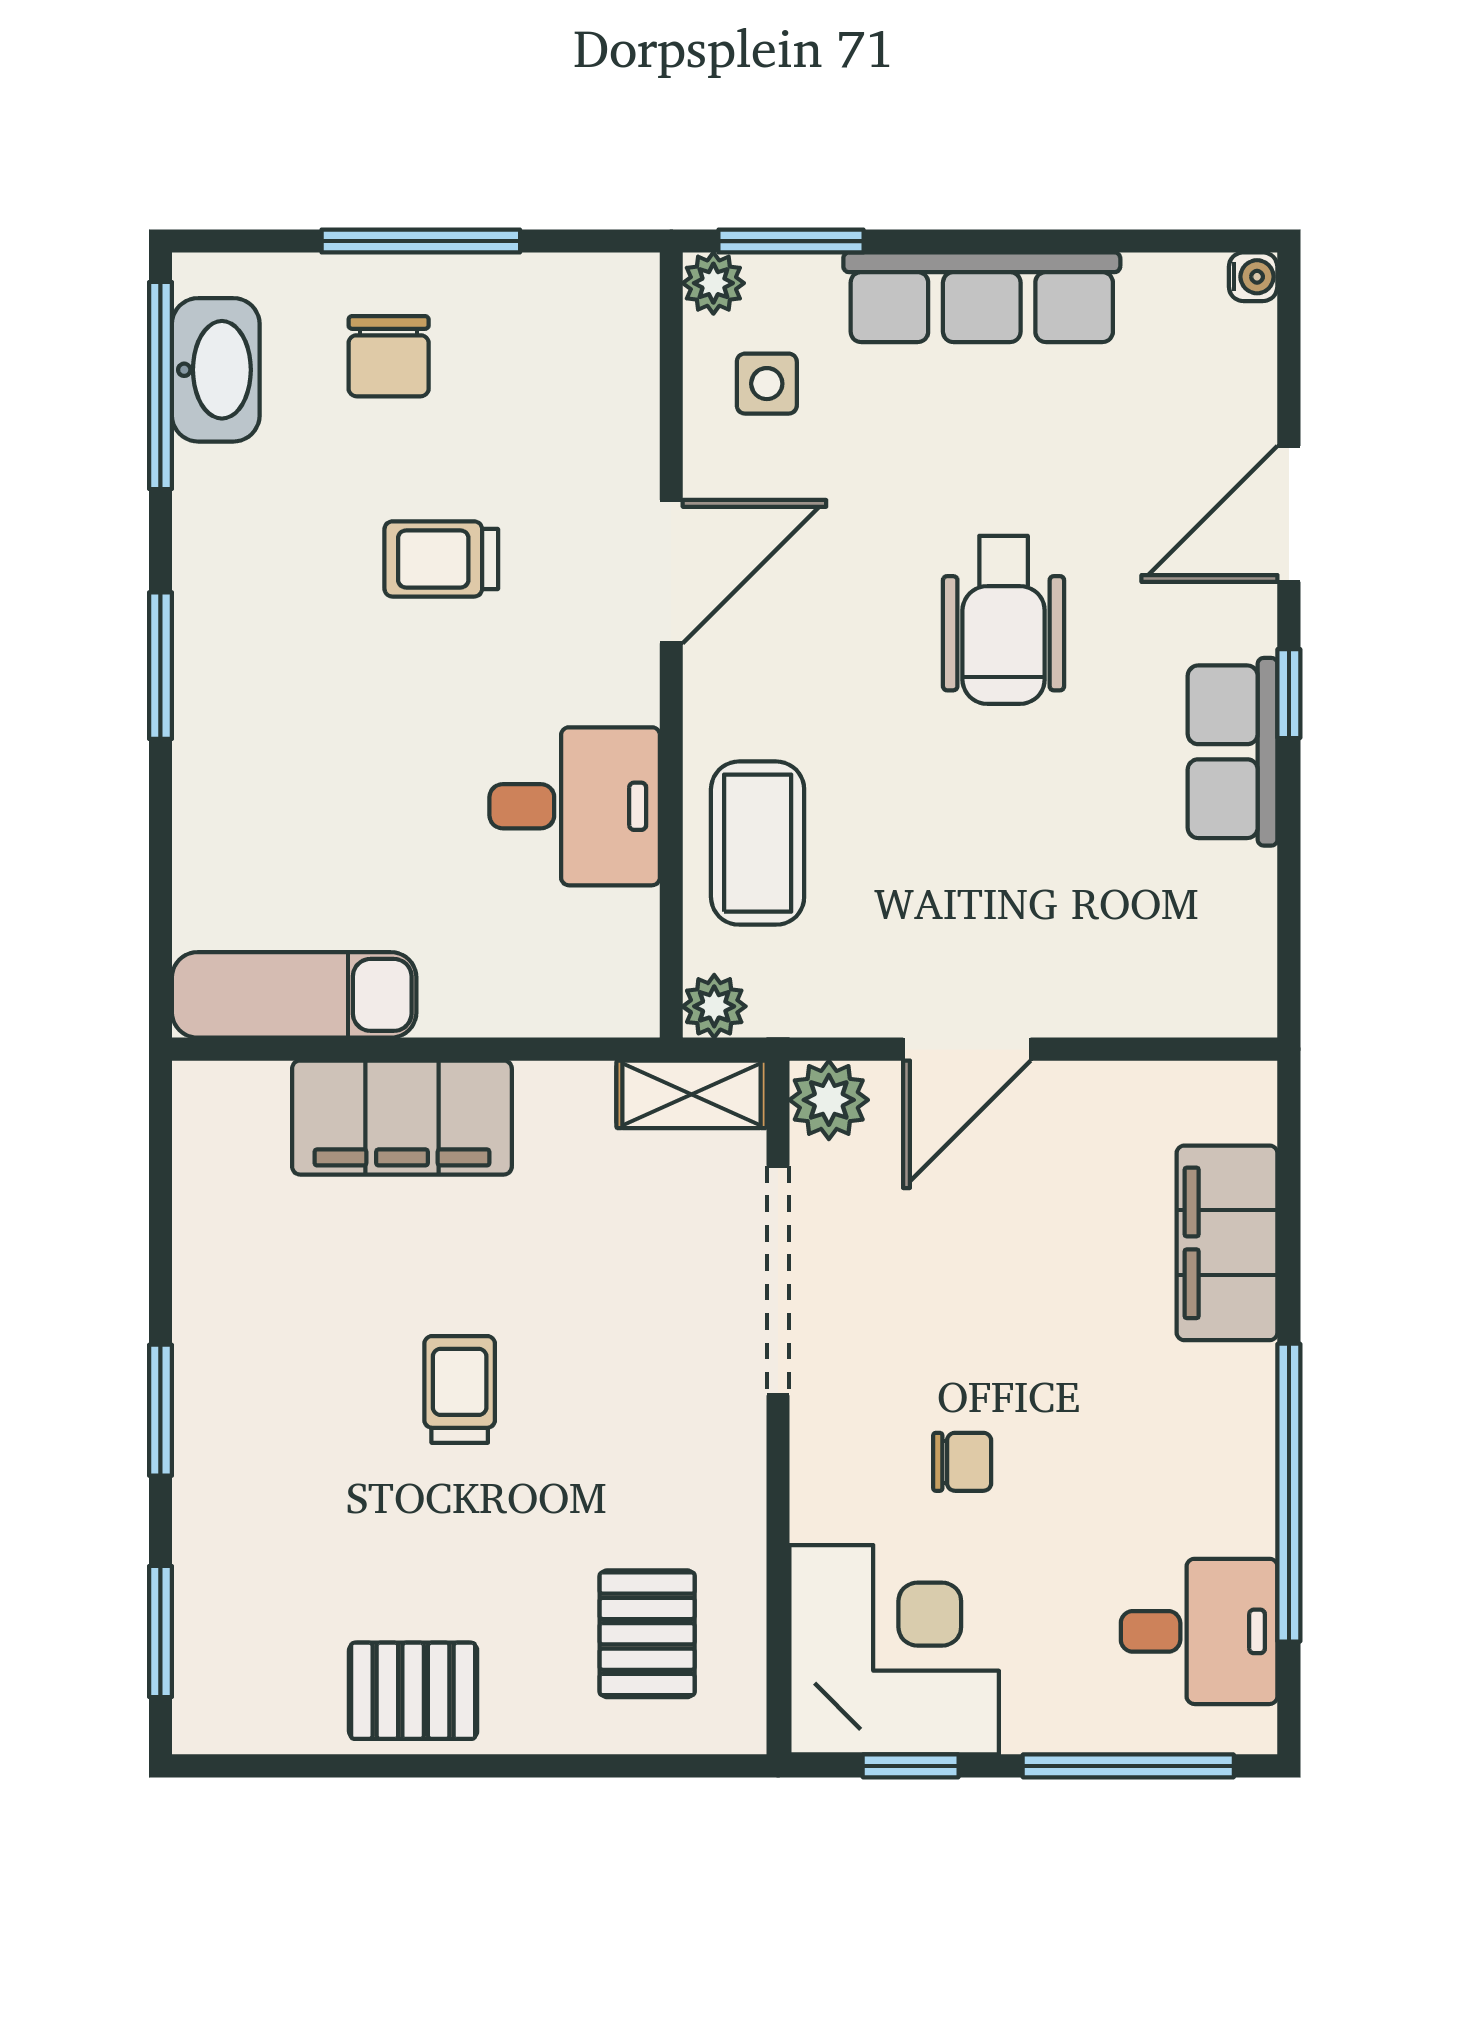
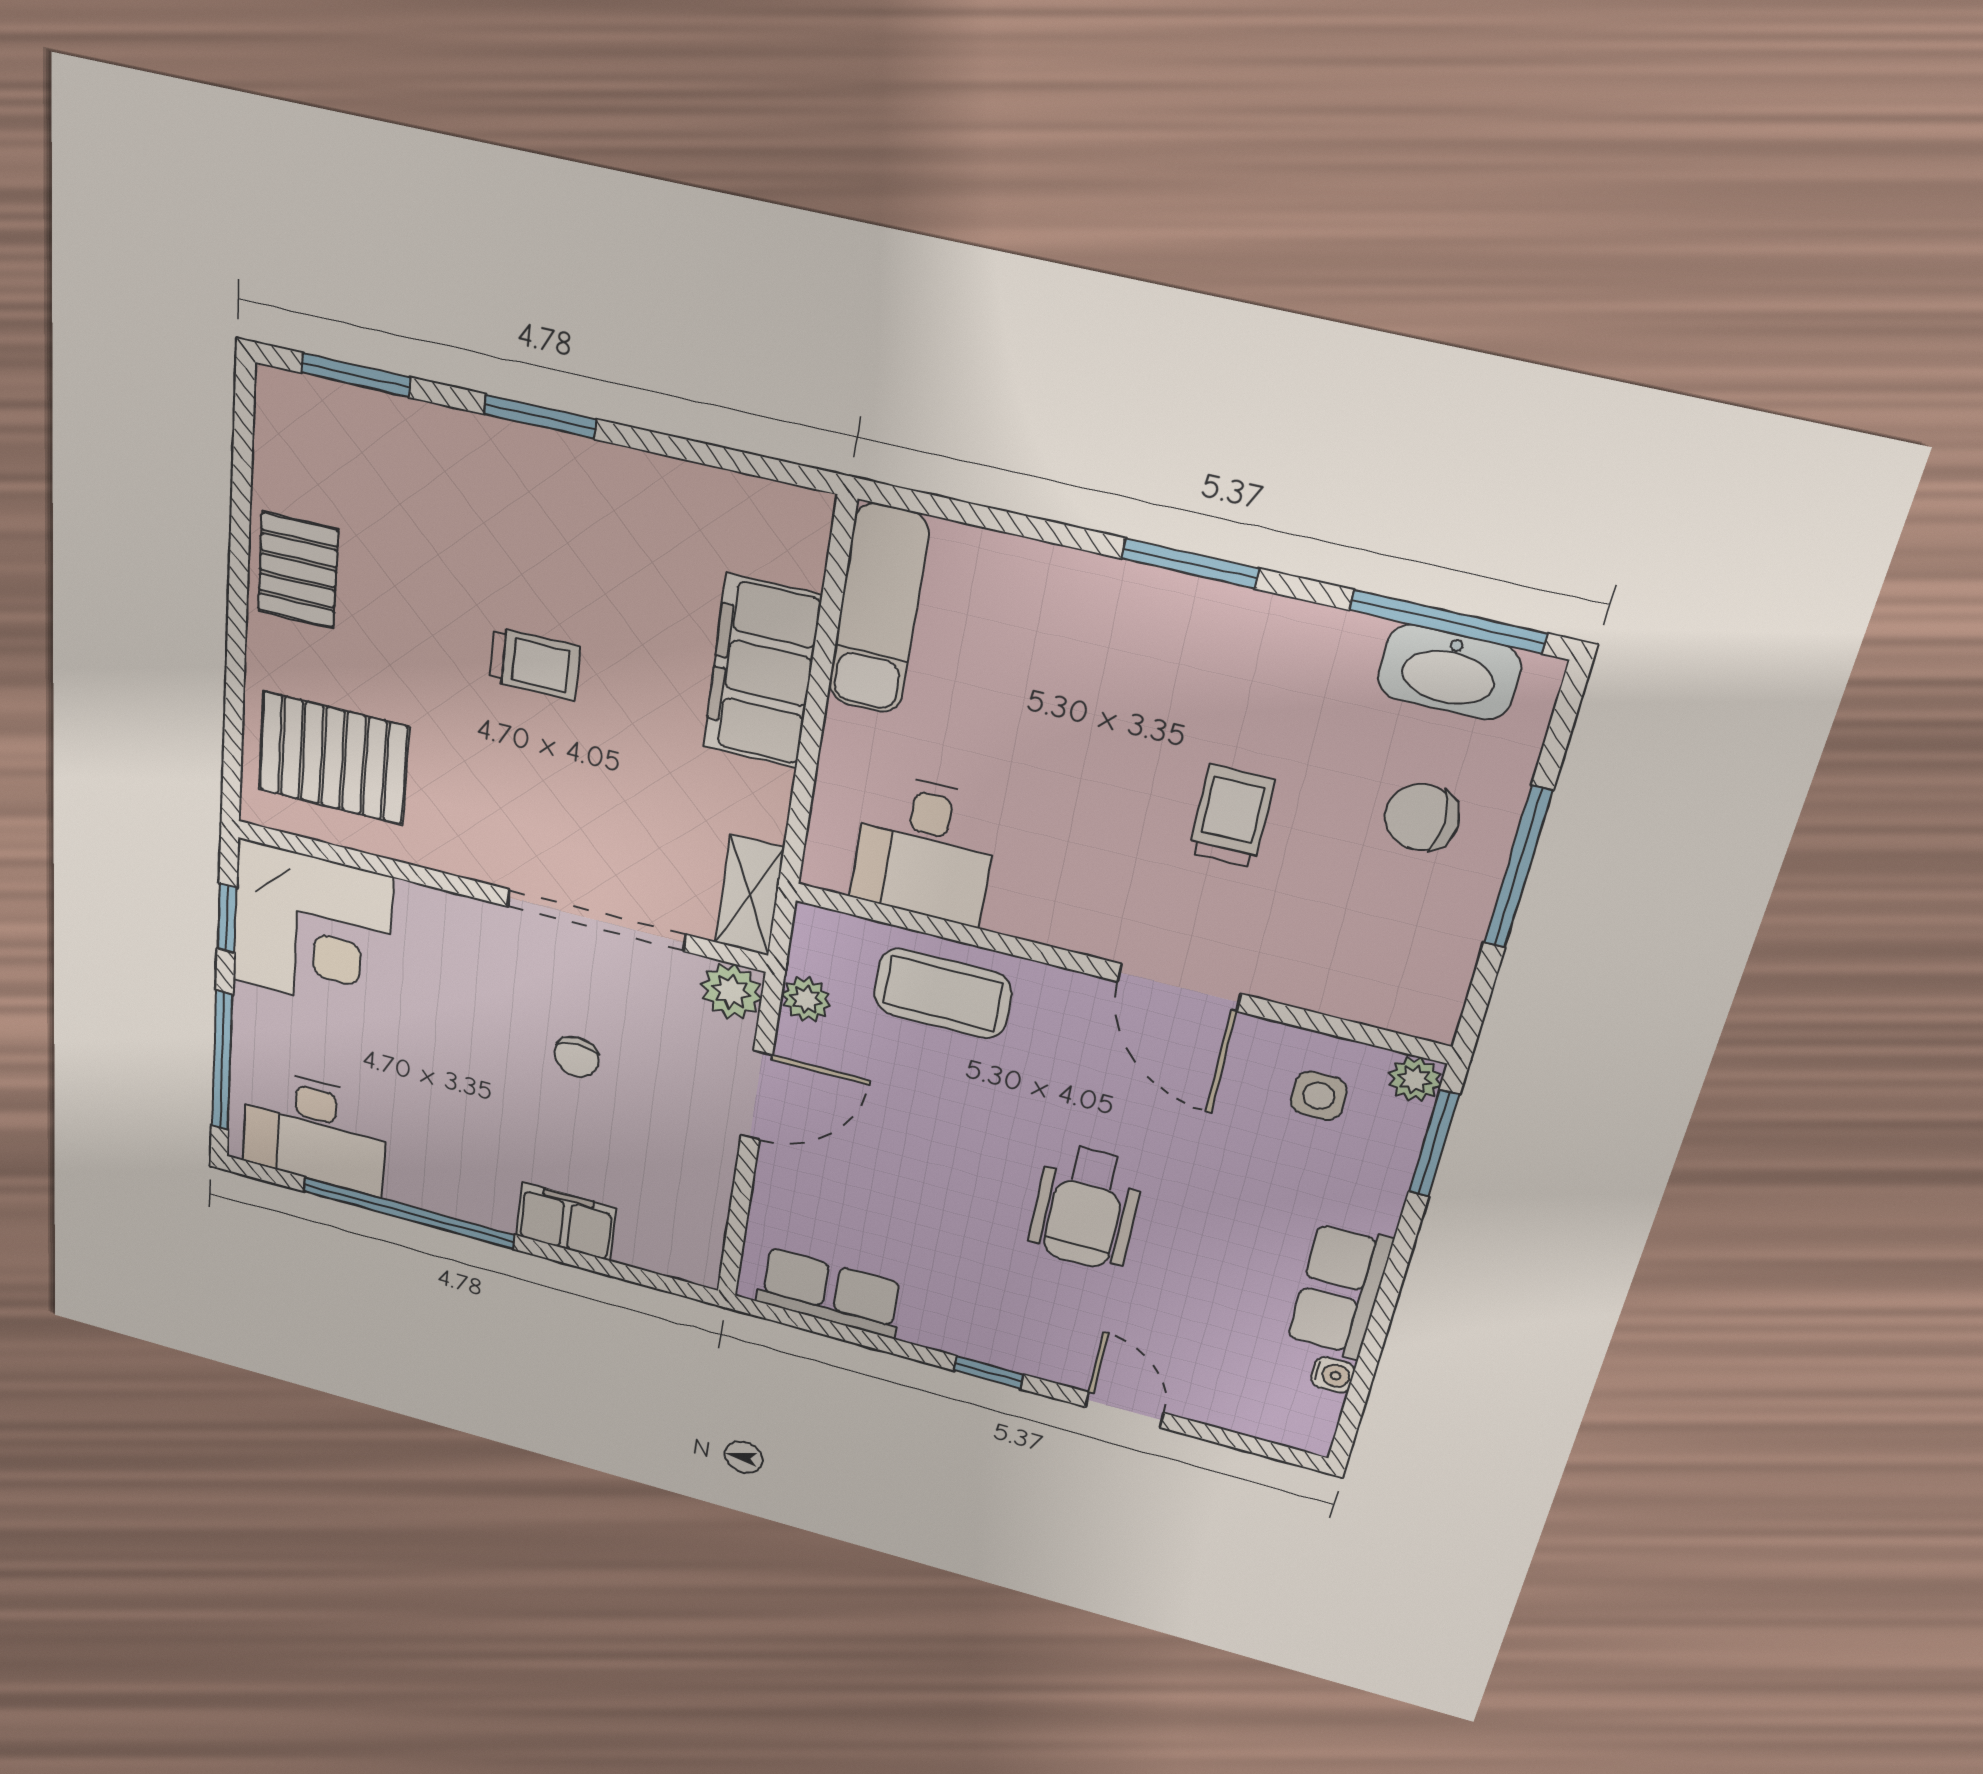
water cooler: (1253, 277) -> (1333, 1375), moved, turned -90
row of seats: (982, 297) -> (1340, 1291), width x0.68
door: (1289, 514) -> (1125, 1410), width x0.73
wheelchair: (1004, 620) -> (1086, 1208), turned -90
row of seats: (1233, 752) -> (830, 1293), moved
desk: (575, 806) -> (925, 849), moved
plant: (714, 1006) -> (806, 999), moved
door: (967, 1049) -> (757, 1095), swing flipped
filing cabinet: (1227, 1243) -> (566, 1222), width x0.67, depth x0.86
chair: (962, 1462) -> (577, 1057), moved
desk: (1199, 1631) -> (315, 1131), width x1.37
pallet: (647, 1634) -> (333, 758), width x1.50, depth x1.42

